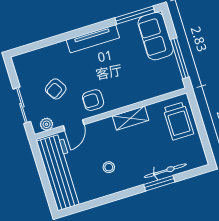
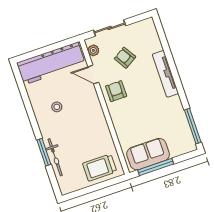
sofa: (156, 36) -> (148, 154), moved
tv unit: (93, 39) -> (165, 74), moved
shelving: (131, 118) -> (101, 125), removed

